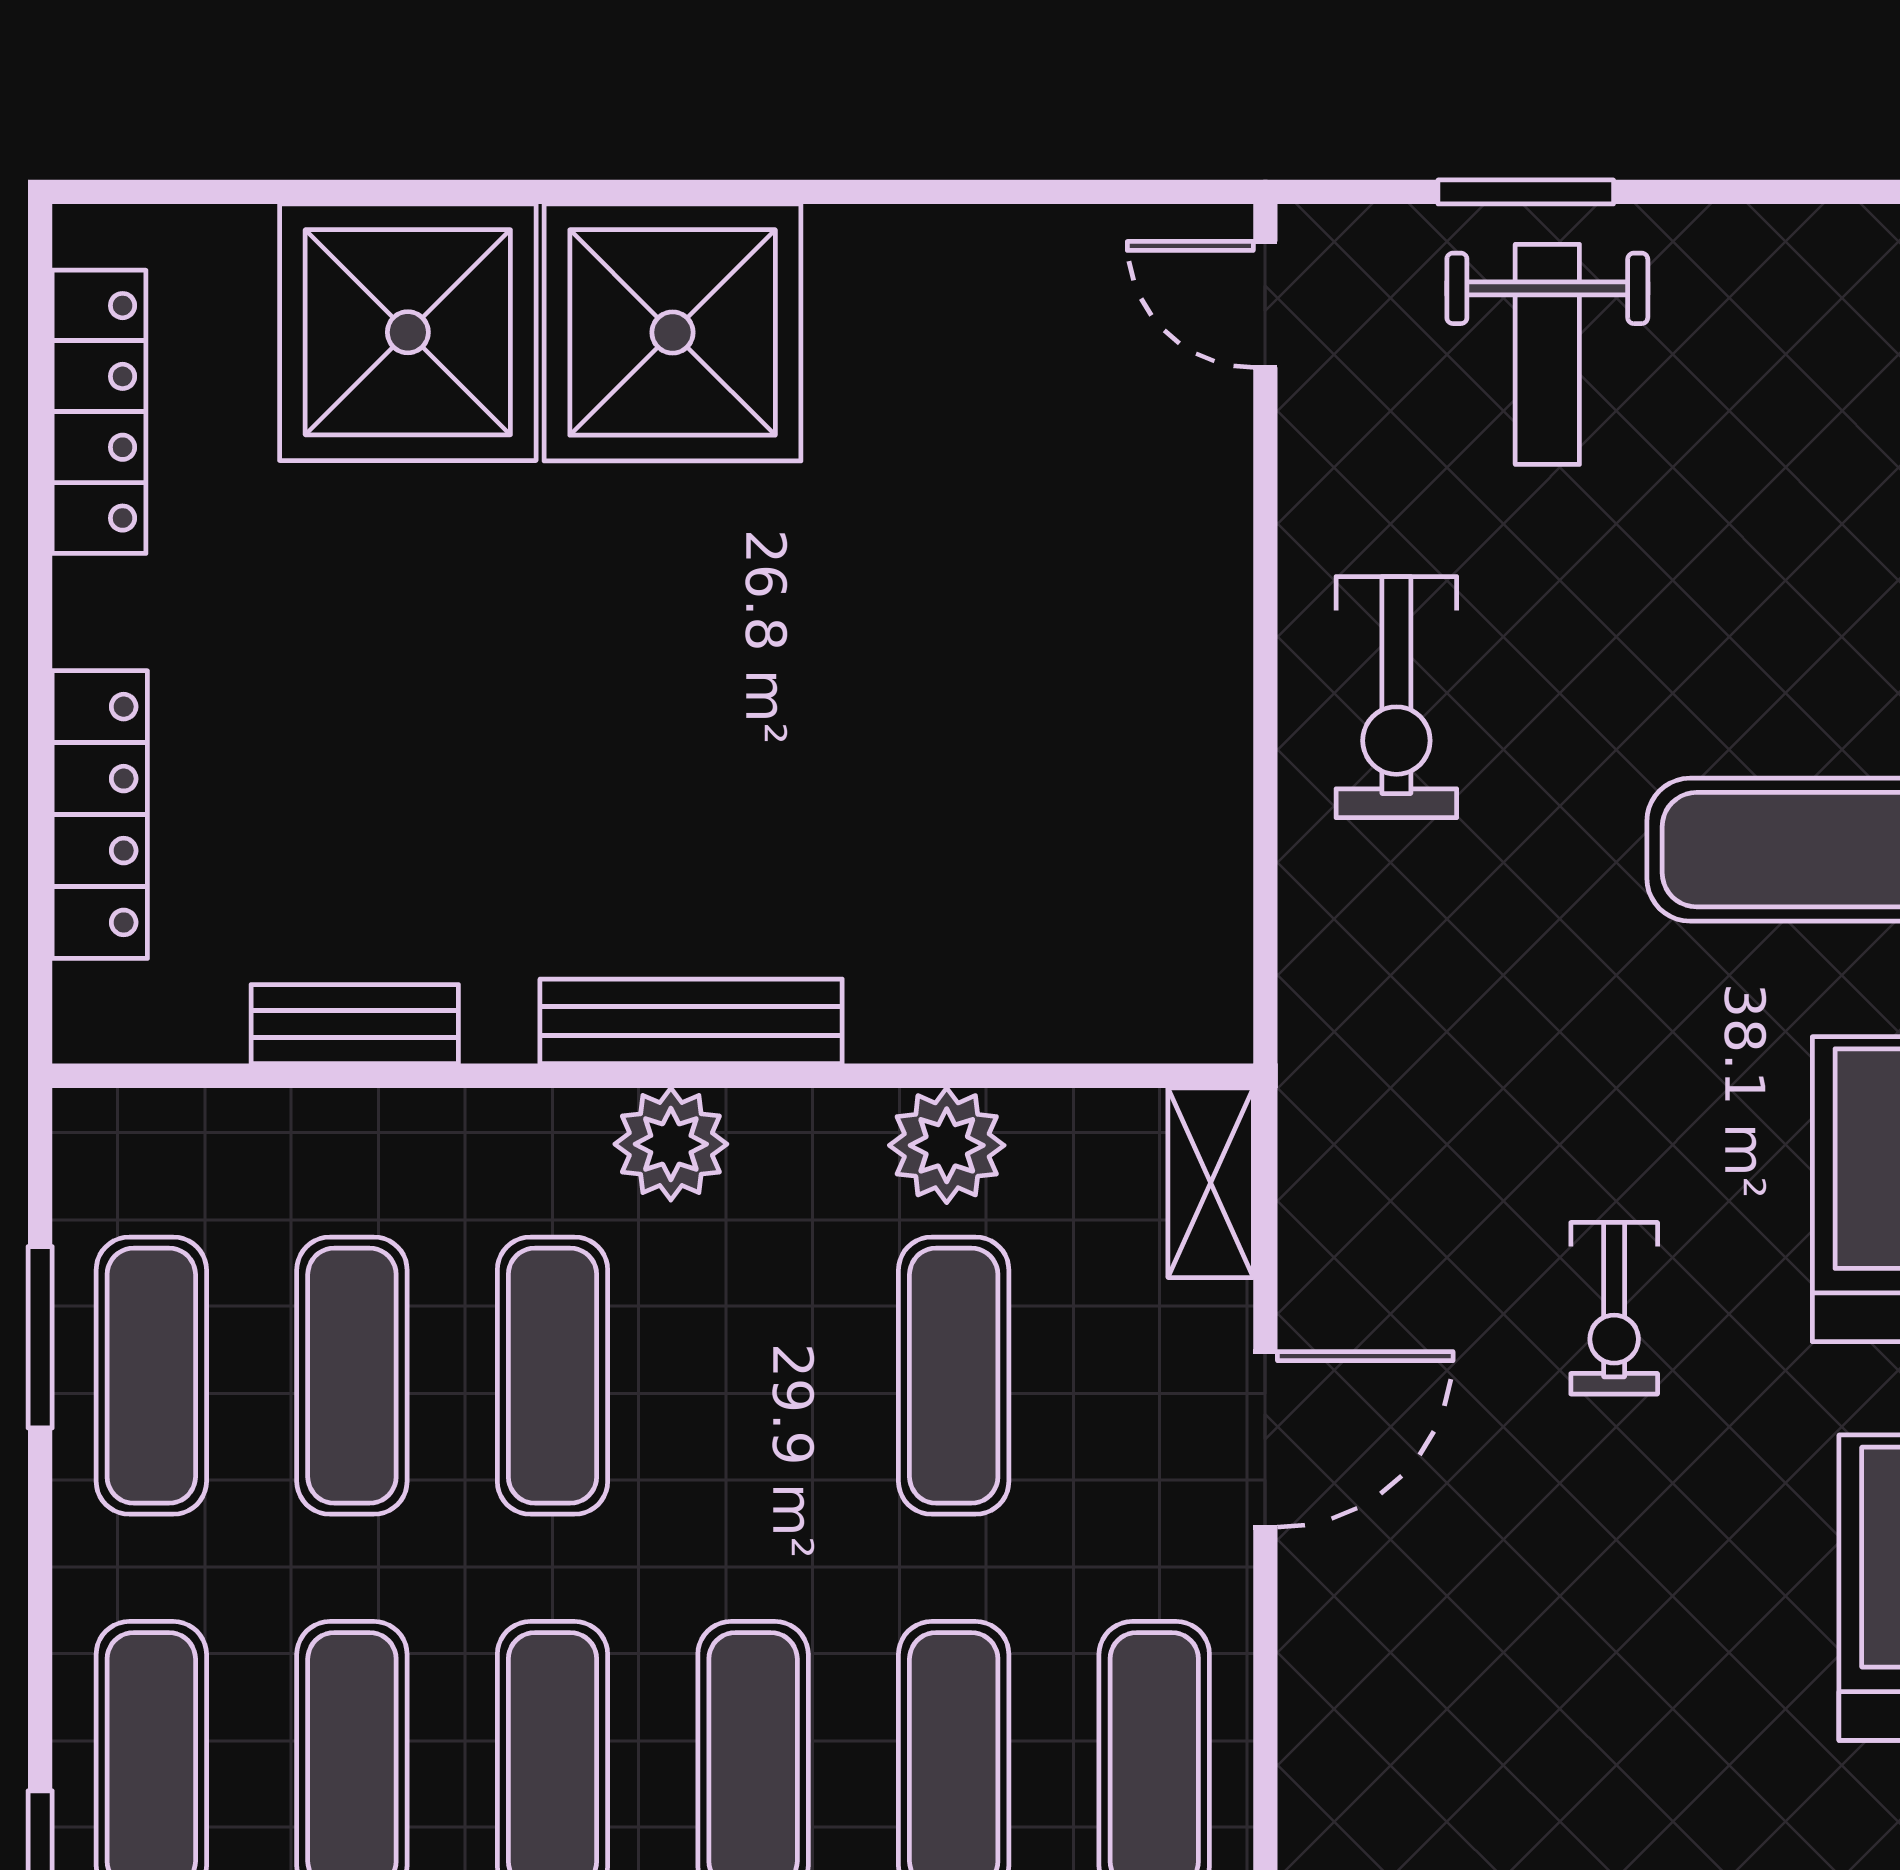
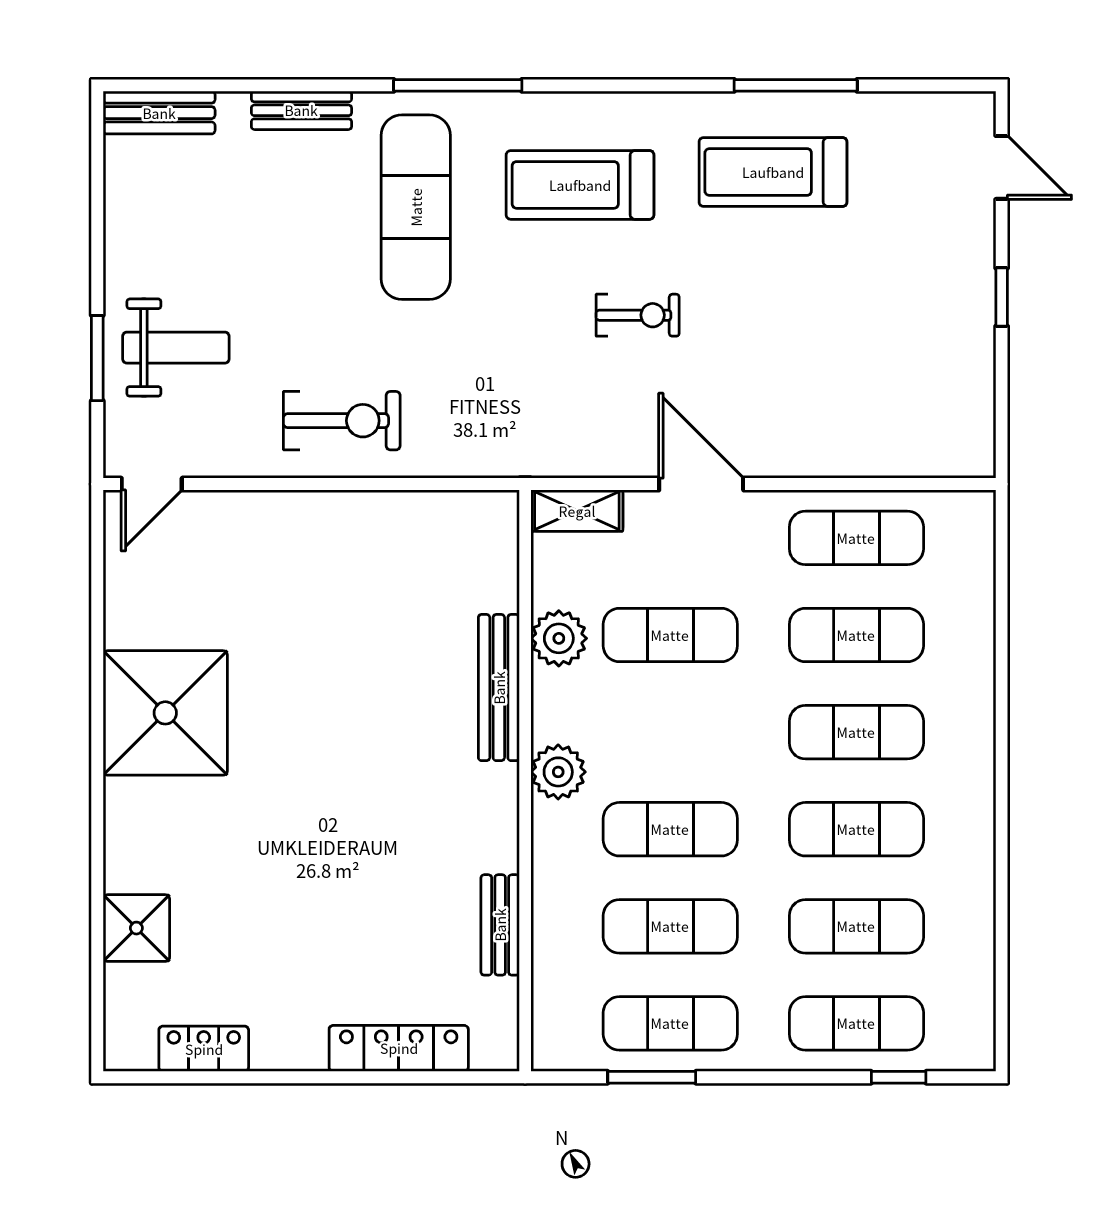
shower: (408, 332) -> (136, 928), width x0.54, depth x0.54
shower: (673, 332) -> (165, 713), moved
locker: (99, 412) -> (204, 1049), width x0.66
bench: (691, 1021) -> (499, 688), moved

